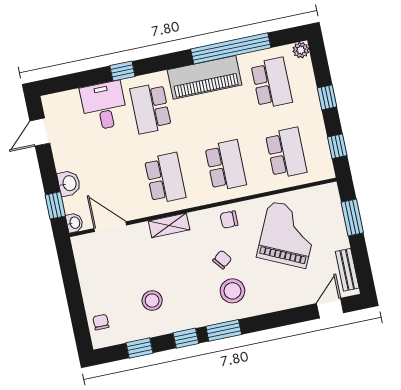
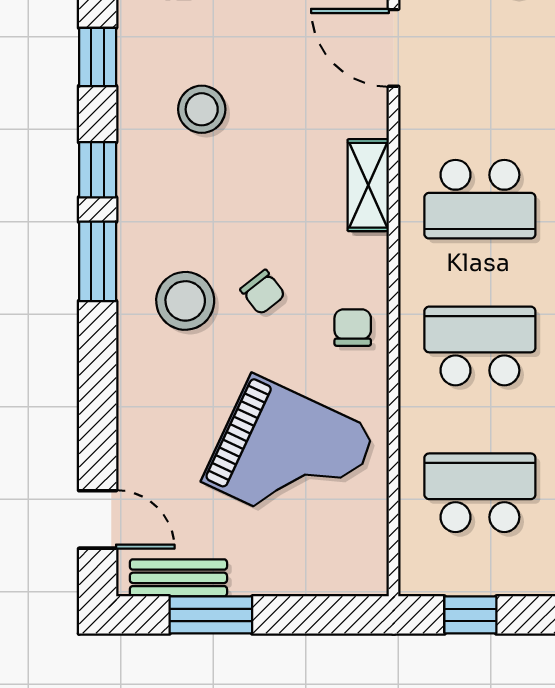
school desk: (286, 153) -> (480, 493), turned 180
school desk: (226, 165) -> (480, 346), turned 180
window: (352, 218) -> (211, 615), moved
door: (110, 227) -> (394, 48), swing flipped

